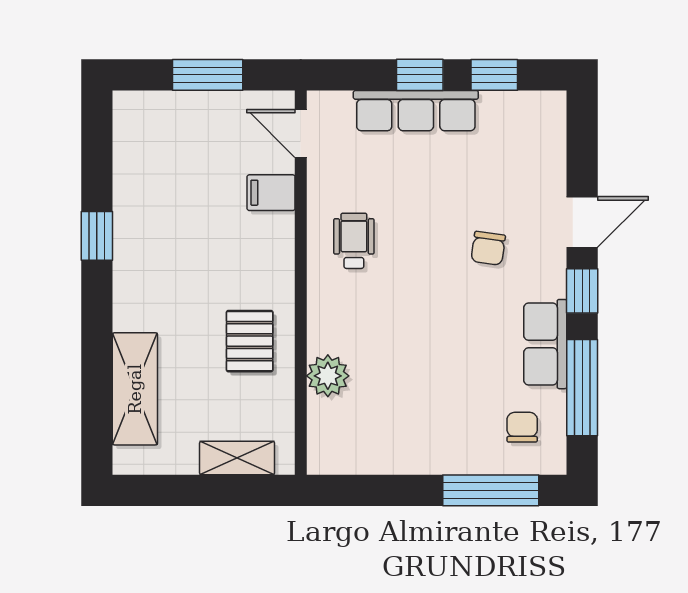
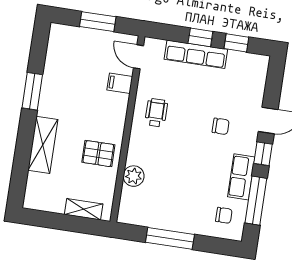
window: (97, 236) -> (32, 91), width x1.50
chair: (488, 248) -> (221, 126), turned -98
pallet: (250, 341) -> (98, 154), turned 90
shelving: (135, 389) -> (43, 145), moved
chair: (522, 427) -> (224, 215), turned 90
window: (491, 490) -> (170, 238), moved

